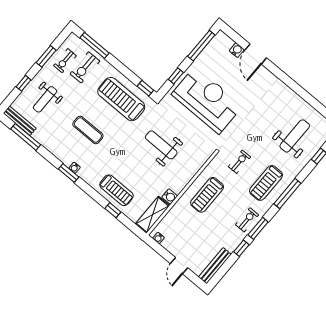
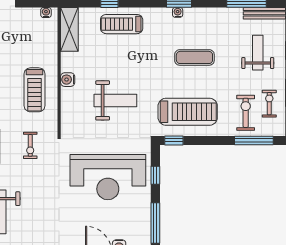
treadmill: (207, 195) -> (35, 90), turned 180
water cooler: (170, 197) -> (68, 80), moved

